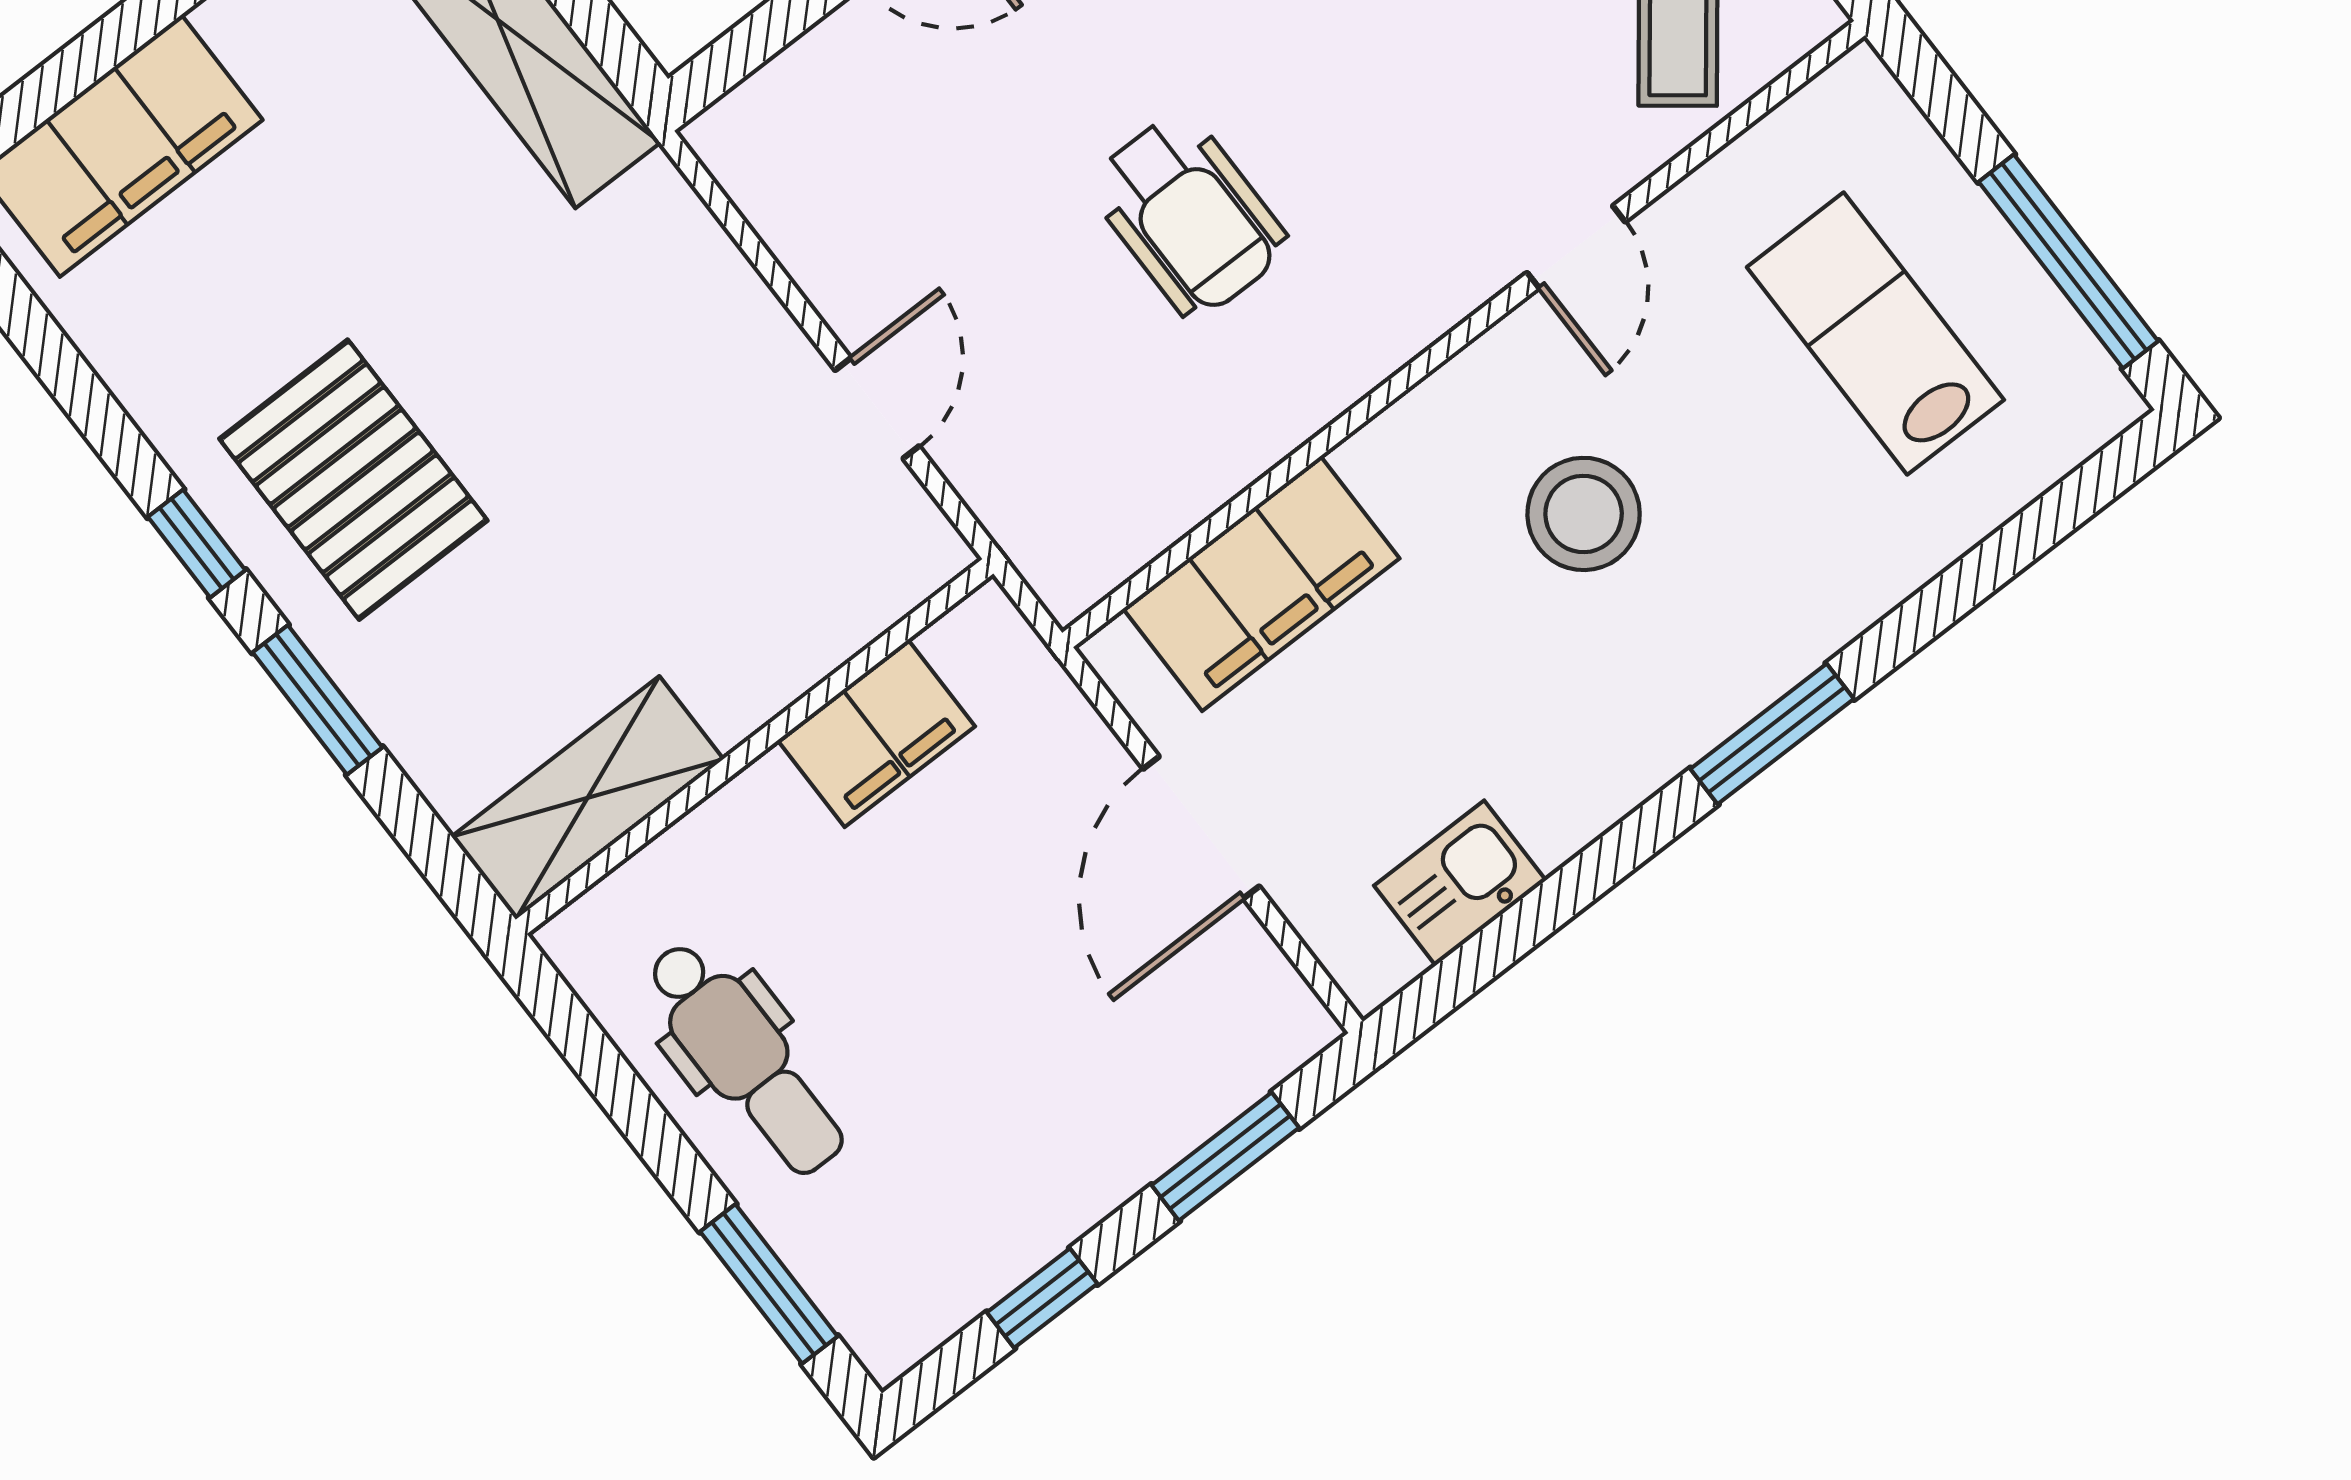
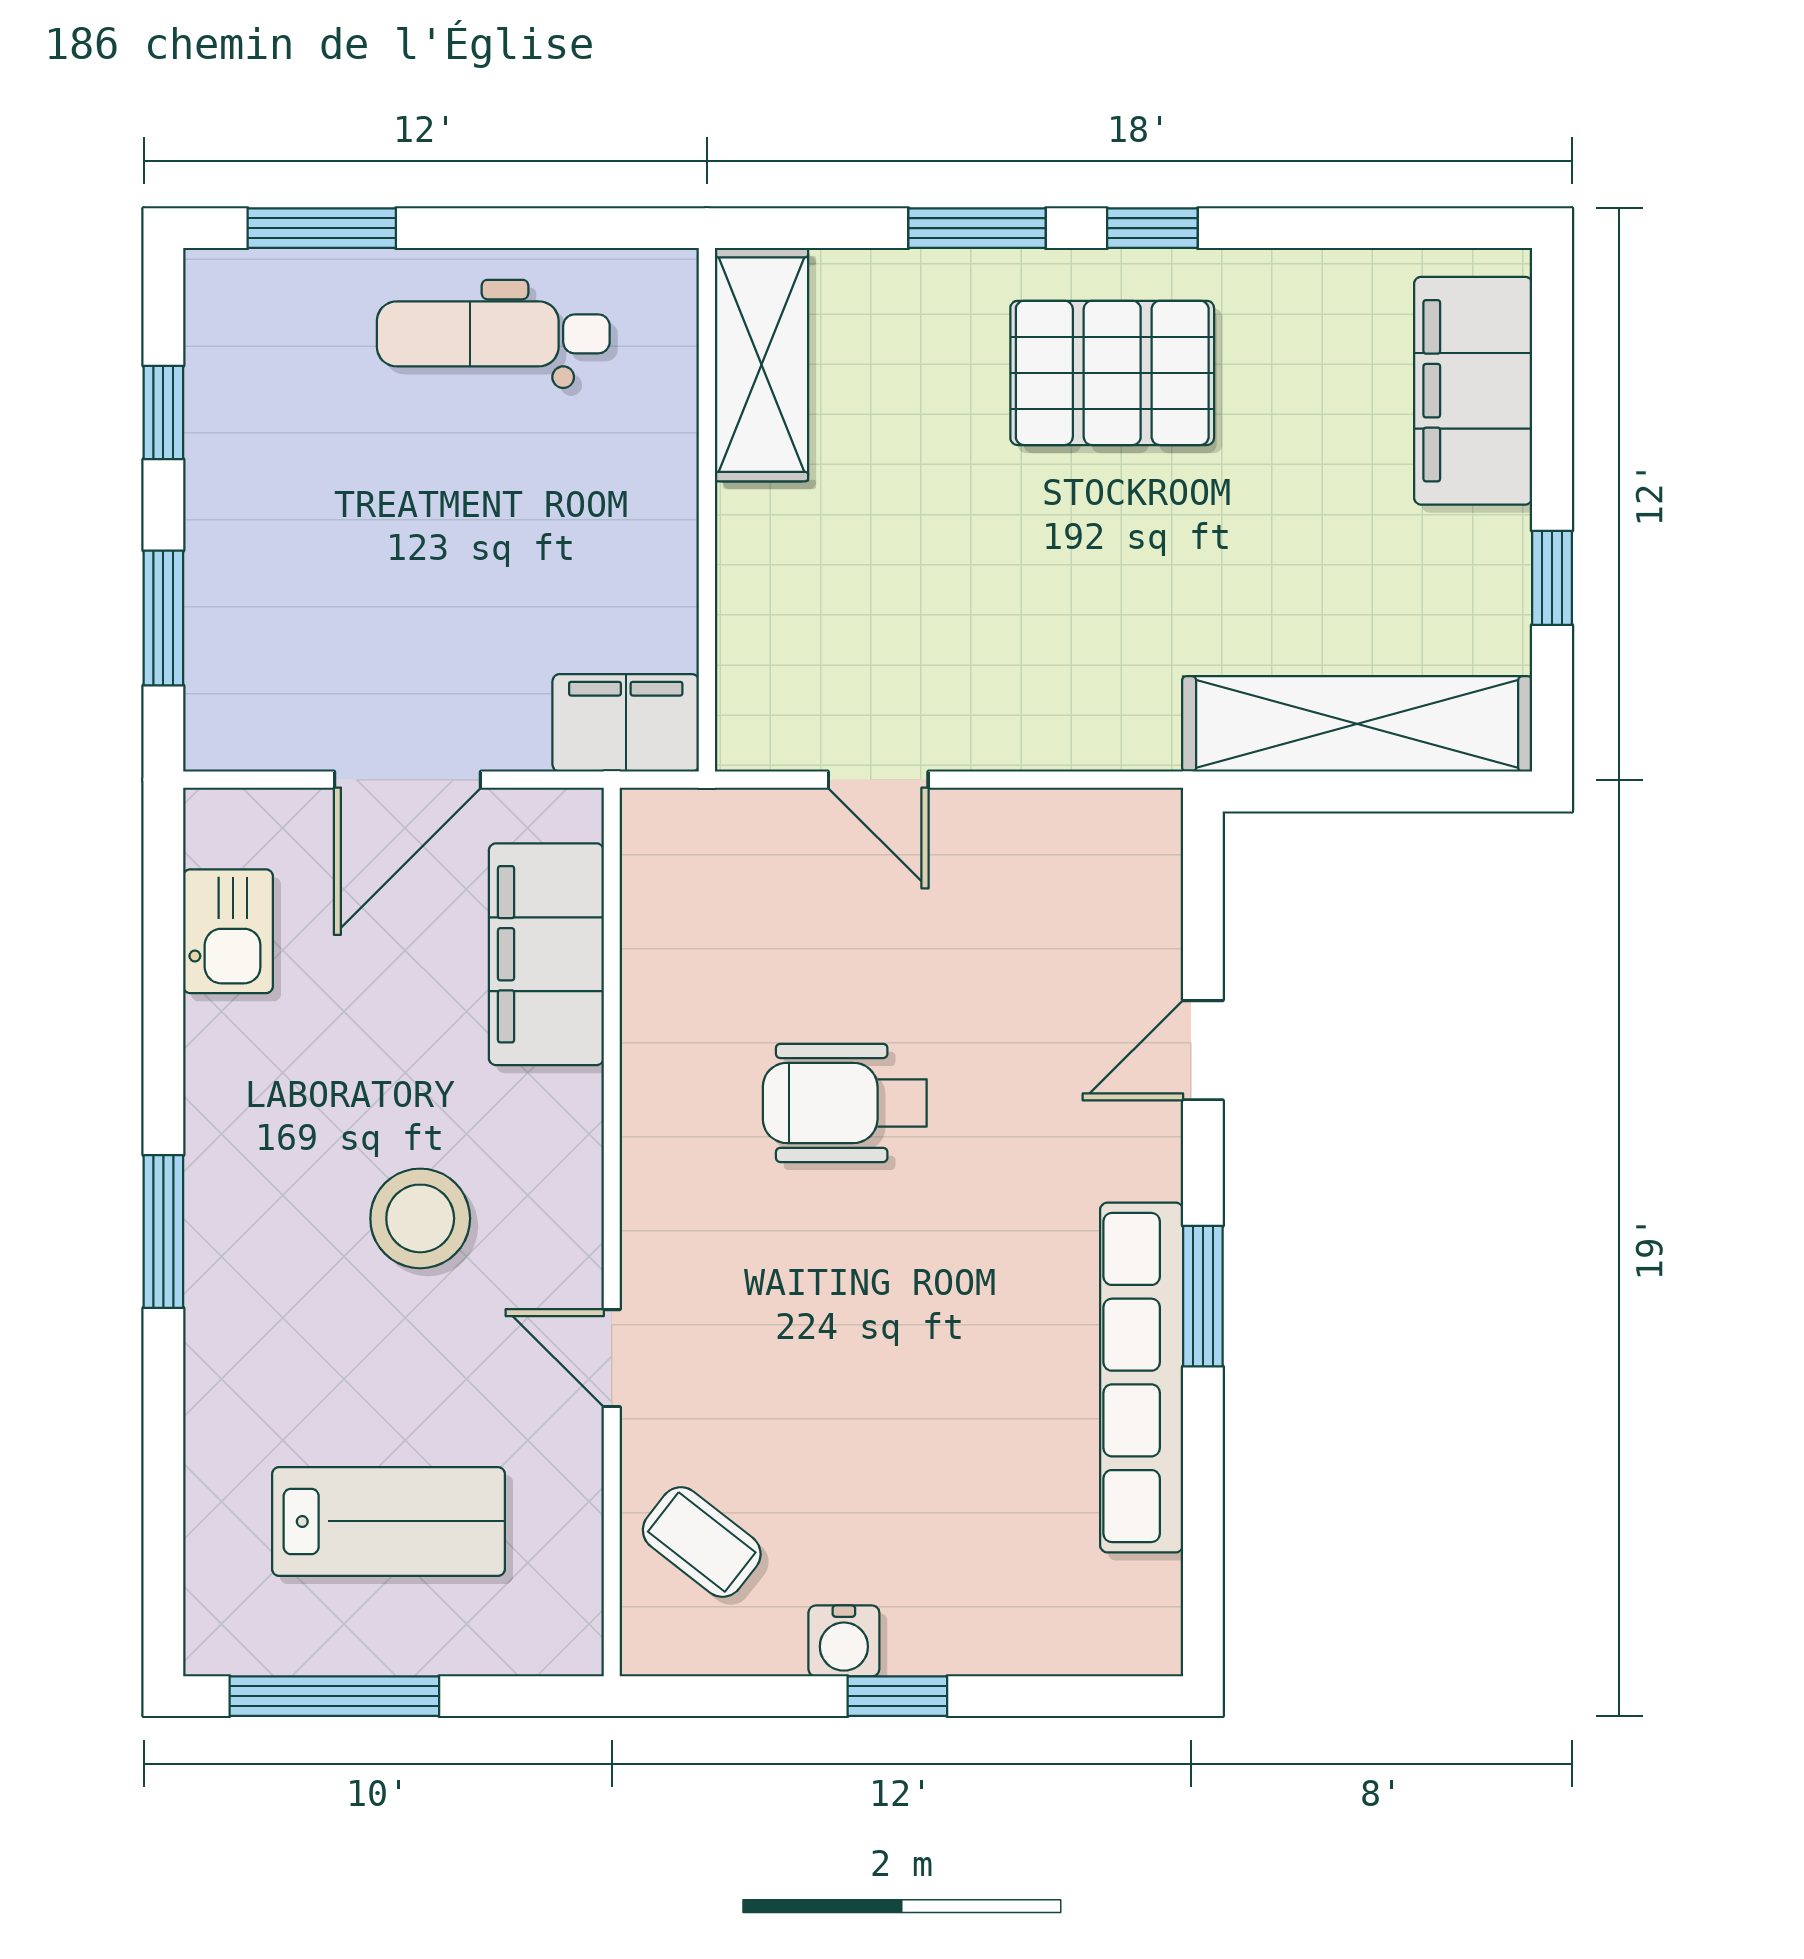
filing cabinet: (876, 733) -> (626, 723), moved, turned 90
door: (1201, 828) -> (407, 780), swing flipped

